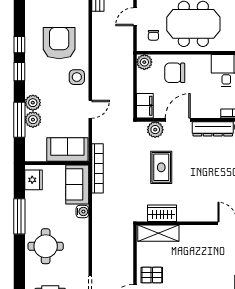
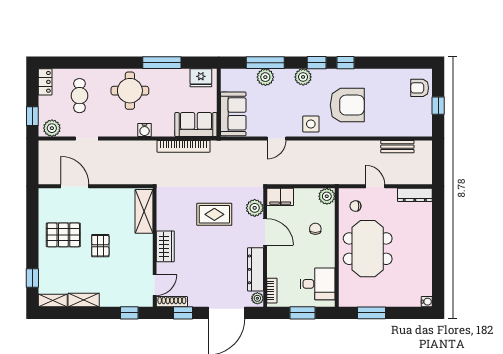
chair: (175, 73) -> (315, 229), width x0.54, depth x0.54
plant: (33, 103) -> (303, 77), moved
door: (90, 109) -> (276, 138), hinge flipped
bookcase: (98, 168) -> (183, 146), moved
water cooler: (82, 212) -> (145, 130), moved
wardrobe: (162, 213) -> (165, 246), moved
pallet: (152, 275) -> (100, 246), moved

